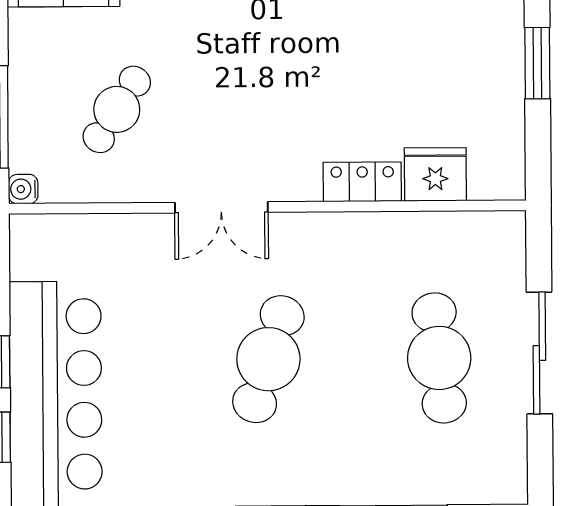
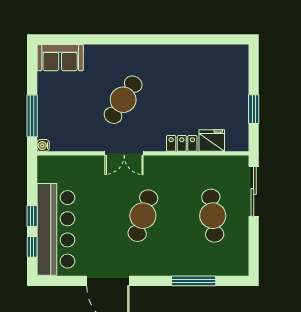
window: (537, 63) -> (254, 109), moved
cafe table: (117, 109) -> (123, 100), moved, width x1.37, depth x1.35
sliding door: (539, 353) -> (254, 191), moved

